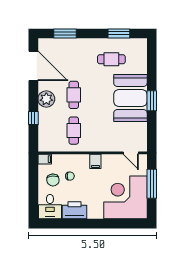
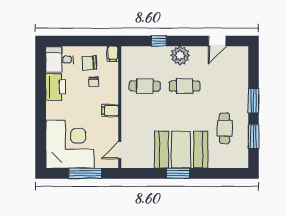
window: (65, 33) -> (253, 101), moved
door: (33, 66) -> (217, 41), width x0.53

